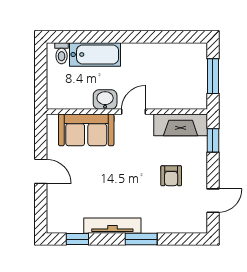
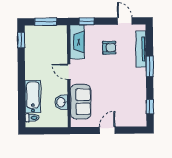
window: (185, 37) -> (21, 40), added
washbasin: (105, 99) -> (61, 102), moved
tv unit: (112, 226) -> (141, 49), moved

